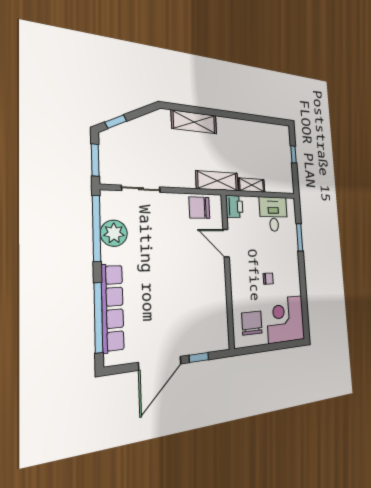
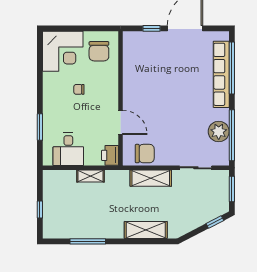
window: (250, 117) -> (88, 241), added
shelving: (217, 181) -> (151, 178), moved

